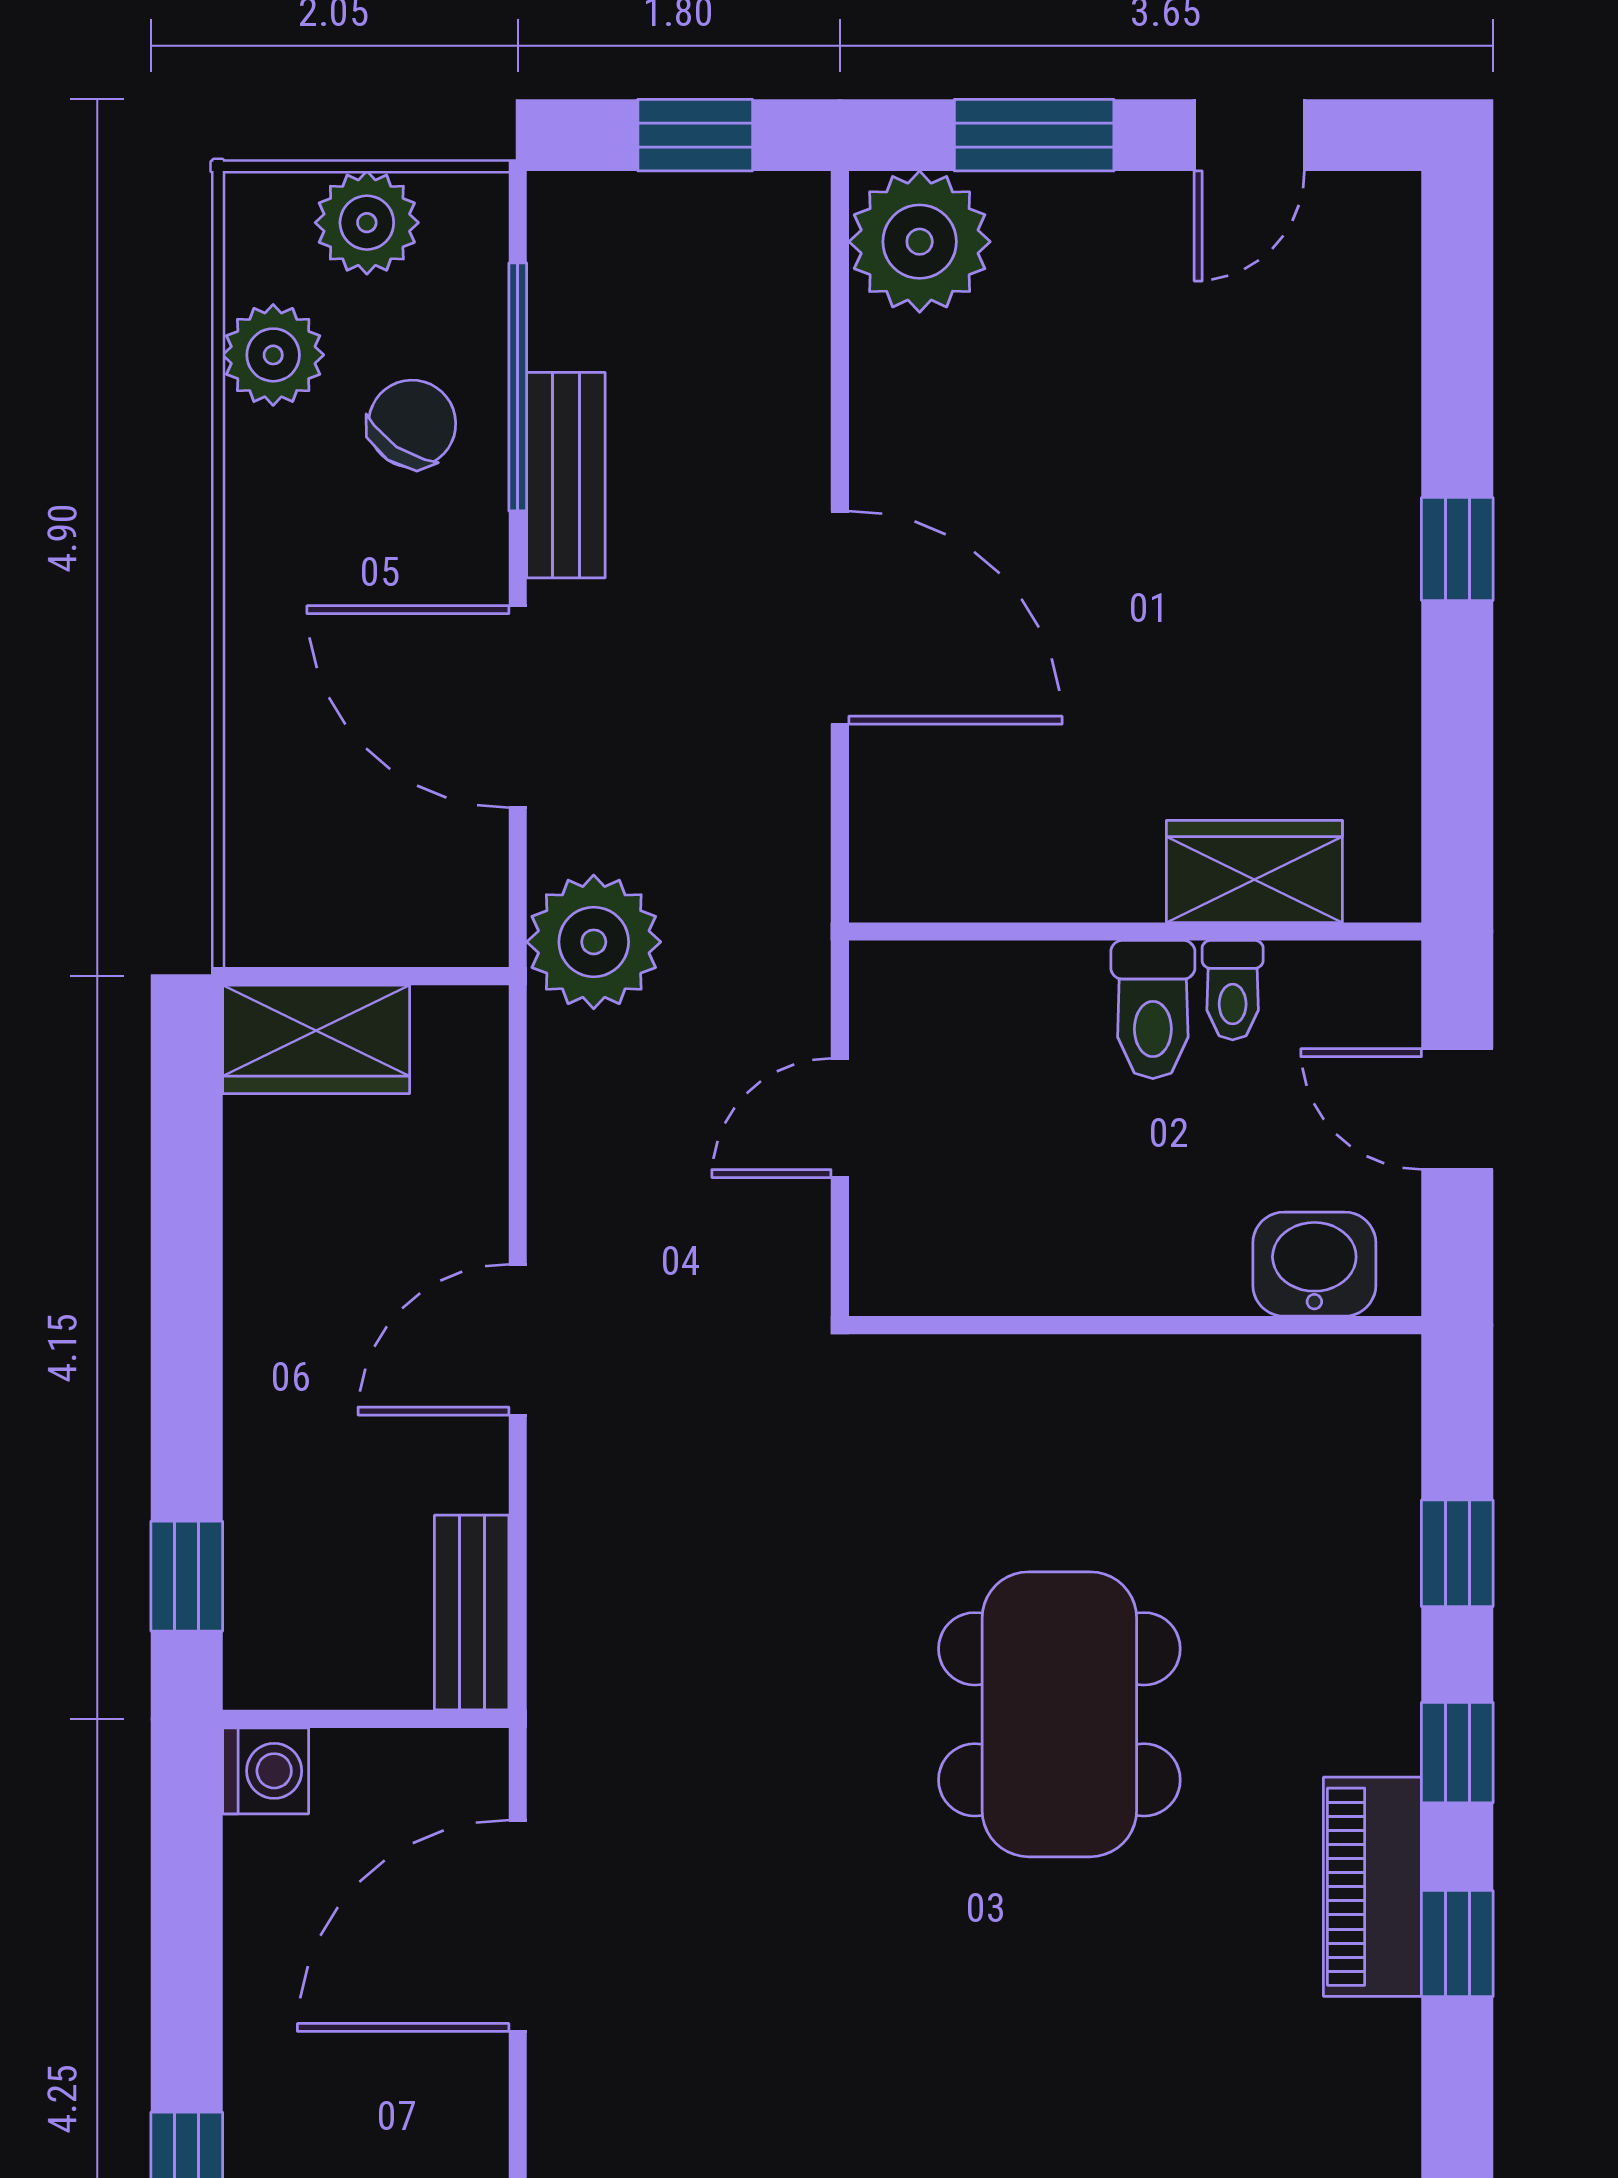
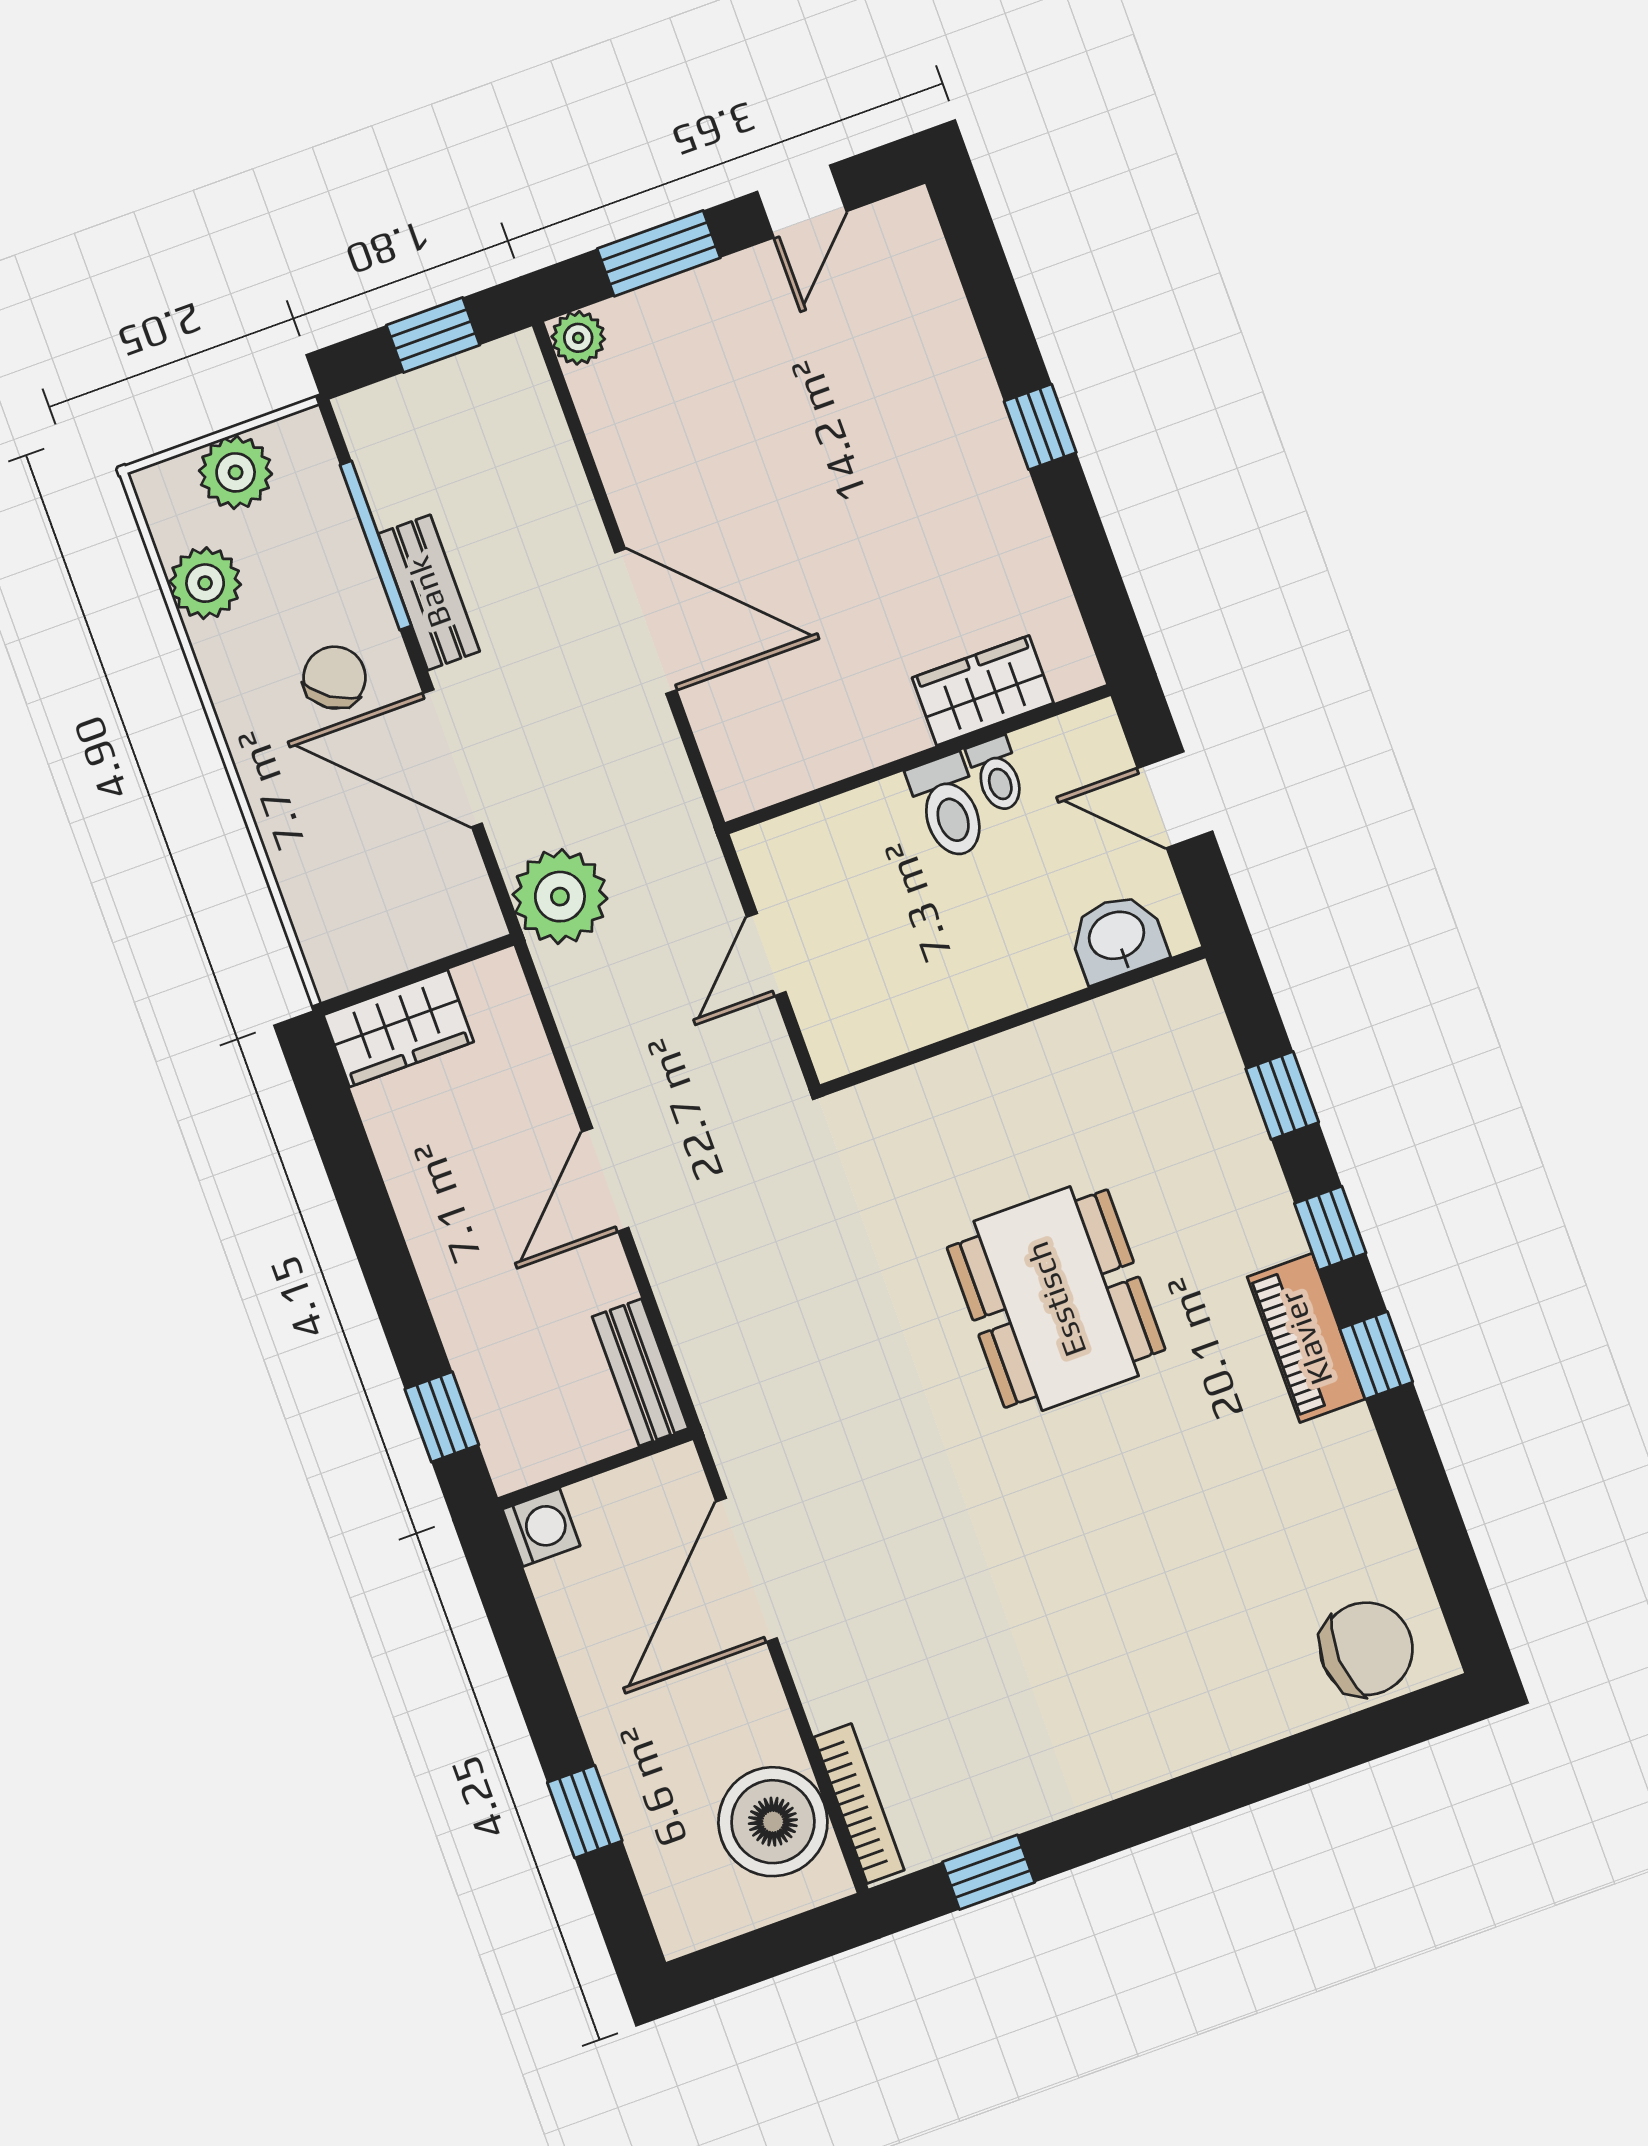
plant: (920, 242) -> (578, 338), width x0.53, depth x0.53
chair: (412, 424) -> (335, 678), moved

